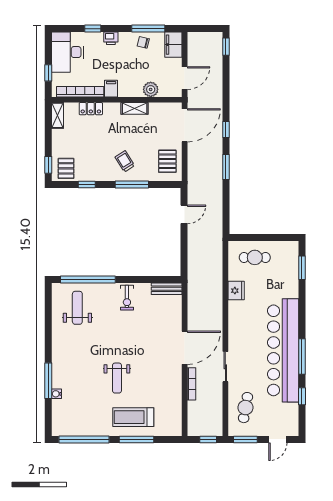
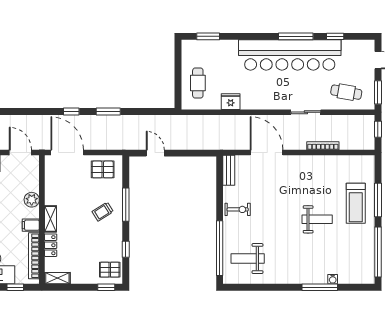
plant: (151, 89) -> (32, 200), moved
shelving: (135, 108) -> (50, 219), moved
door: (185, 348) -> (266, 152), moved

